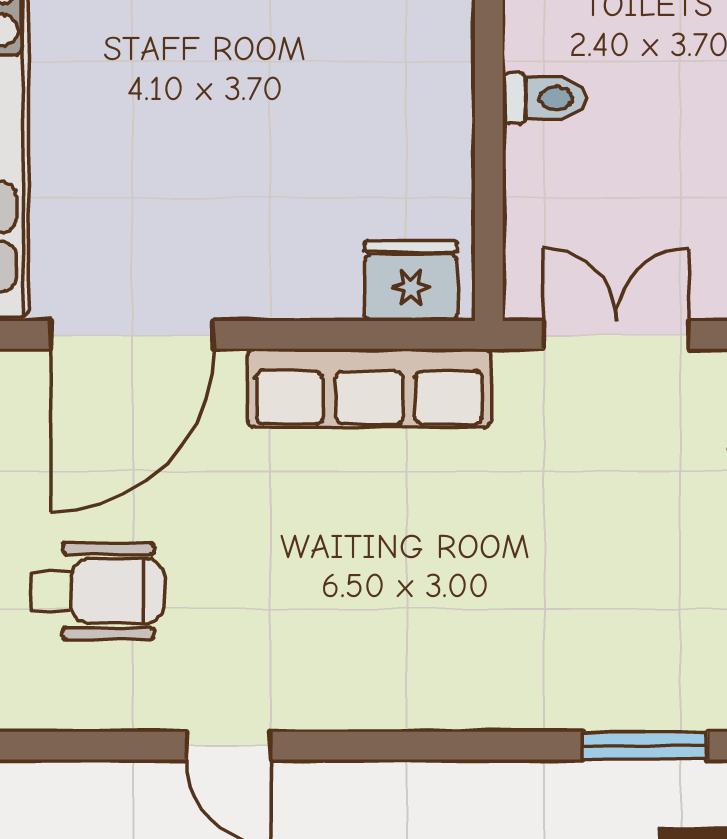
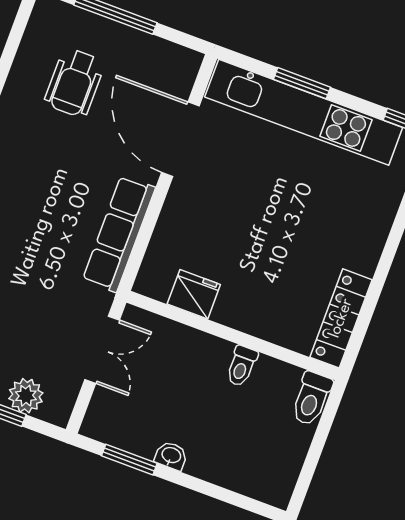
toilet: (544, 98) -> (242, 366), moved
fridge: (411, 281) -> (194, 294), moved, turned -90

